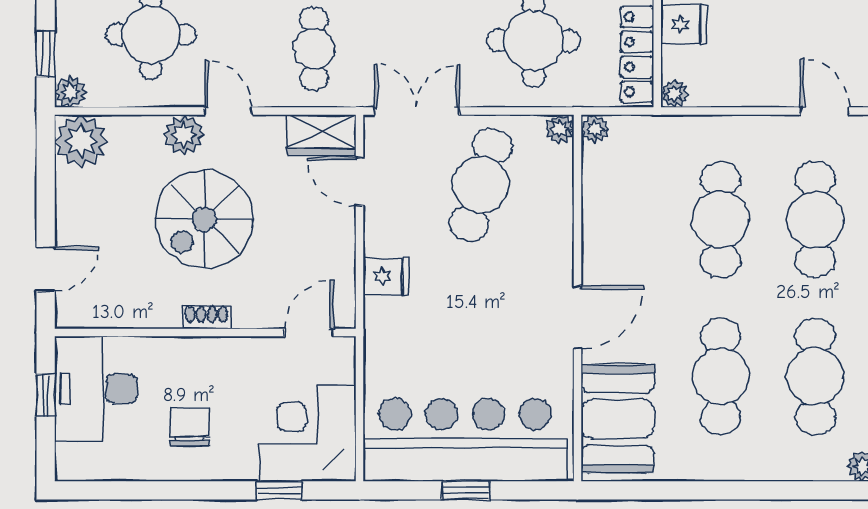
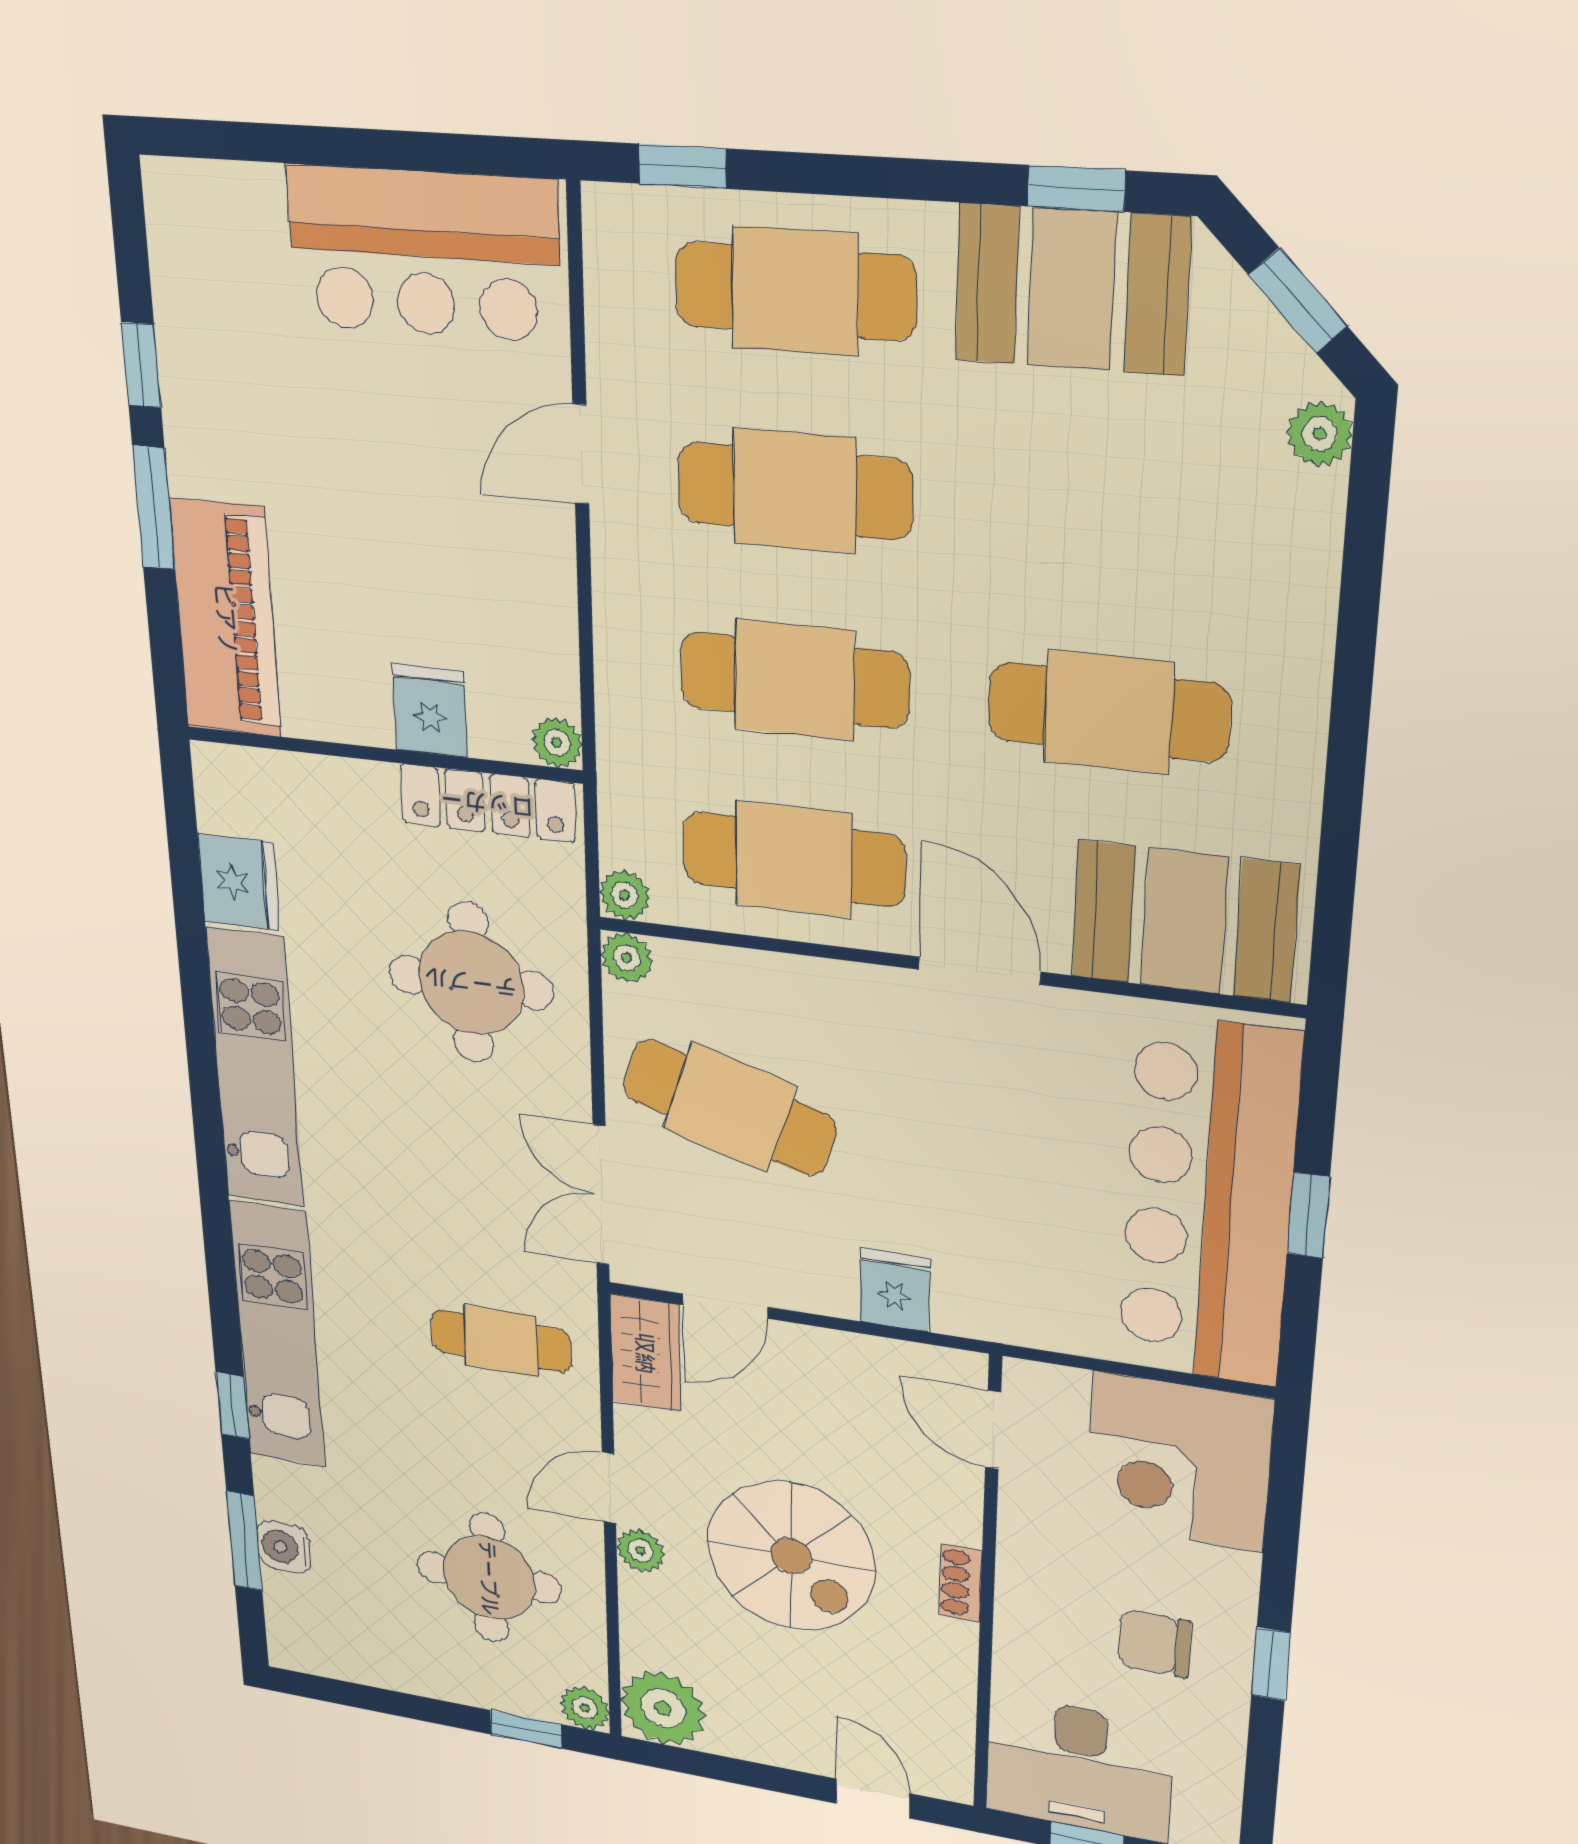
plant: (184, 135) -> (640, 1551), width x0.73, depth x0.73
cafe table: (815, 376) -> (794, 859), moved
window: (279, 490) -> (1271, 1664), moved

